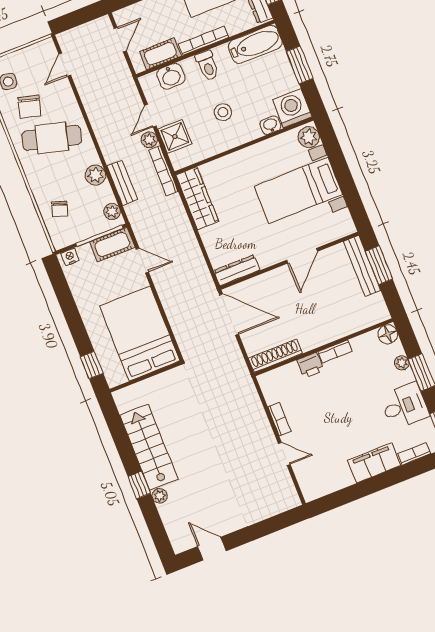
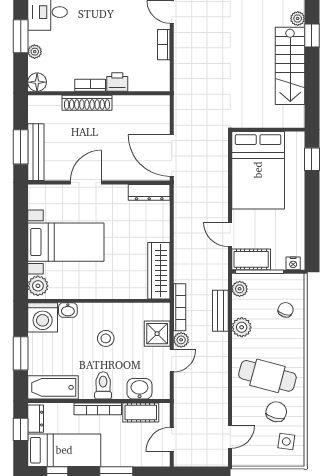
shoe rack: (275, 356) -> (87, 103), moved

